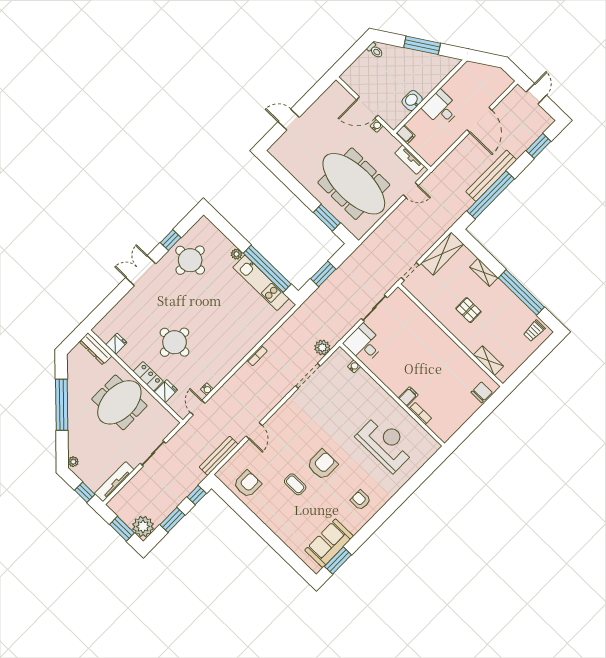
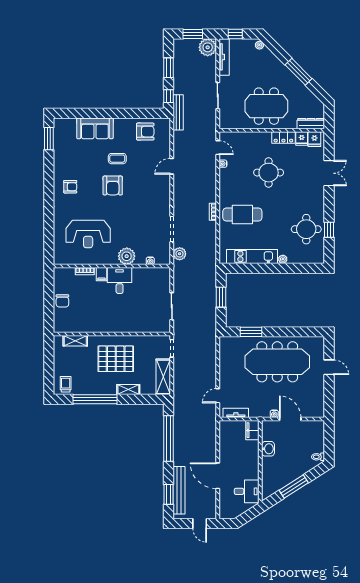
door: (367, 107) -> (290, 419), hinge flipped
desk: (441, 109) -> (247, 491), moved
door: (289, 120) -> (329, 367), hinge flipped
filing cabinet: (406, 134) -> (252, 430), width x2.00
bench: (491, 176) -> (179, 490), moved
meeting table: (354, 184) -> (277, 362), moved
window: (267, 269) -> (257, 268), removed
double door: (141, 271) -> (329, 173), moved
pallet: (468, 310) -> (116, 359), width x2.05, depth x2.00
cafe table: (234, 328) -> (242, 215), added
desk: (364, 344) -> (120, 281), moved, turned -90
locker: (148, 376) -> (283, 138), moved
fridge: (166, 391) -> (314, 139), moved
plant: (371, 391) -> (127, 256), added
chair: (482, 392) -> (62, 301), moved
meeting table: (119, 402) -> (266, 106), turned 90
window: (62, 405) -> (299, 72), width x0.68
door: (254, 431) -> (172, 166), hinge flipped
bench: (219, 456) -> (178, 112), moved
armchair: (247, 484) -> (145, 132), turned -90
plant: (143, 526) -> (208, 47), moved
sofa: (329, 543) -> (95, 128), moved, turned 90

